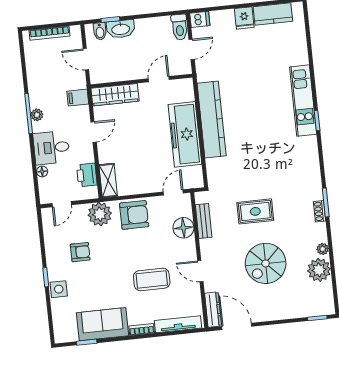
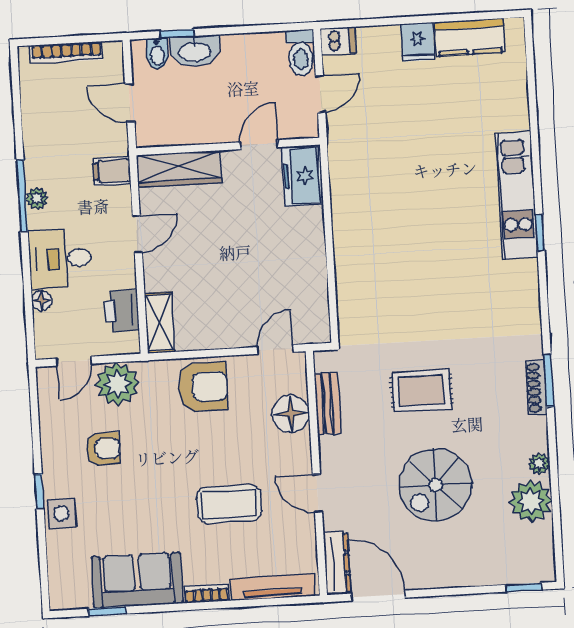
kitchen counter: (212, 120) -> (350, 222), removed
freezer: (185, 134) -> (302, 176), moved, width x0.52, depth x0.79
shoe rack: (320, 211) -> (536, 388), width x1.43
plant: (100, 214) -> (117, 384), moved

